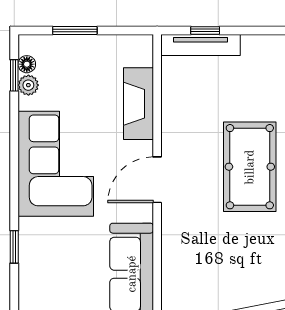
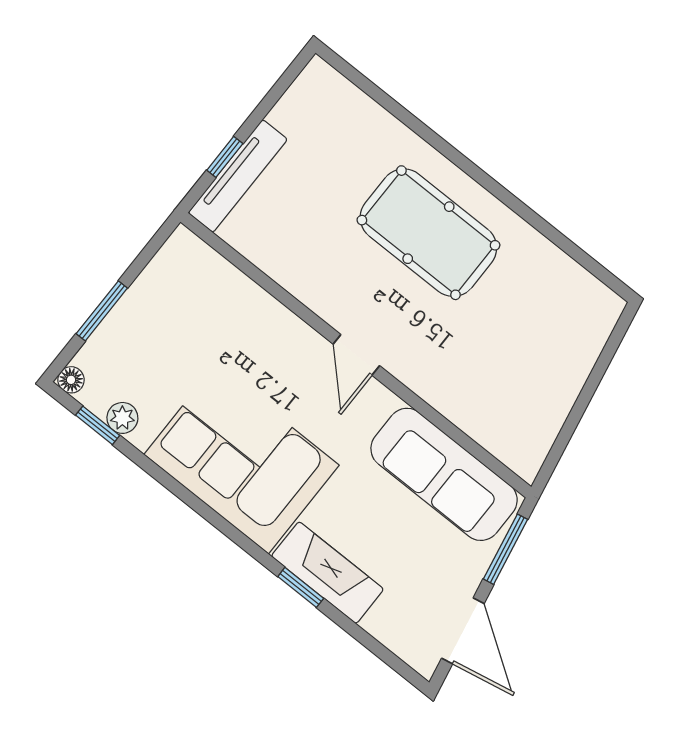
floor lamp: (27, 64) -> (71, 380), moved
fireplace: (139, 104) -> (327, 573), moved, turned 180
door: (157, 180) -> (356, 355), width x0.73

